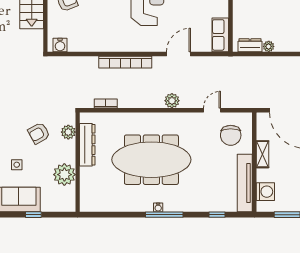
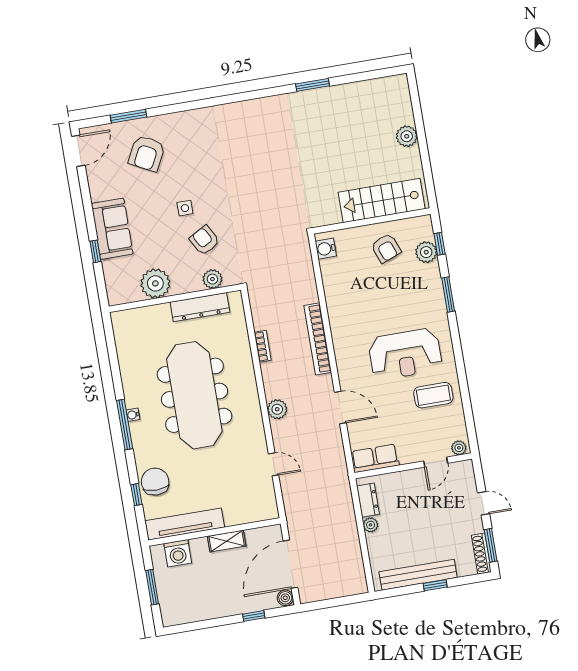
bookcase: (106, 104) -> (263, 346), moved
chair: (231, 135) -> (155, 482), moved, turned 90
side table: (17, 165) -> (185, 208), moved

